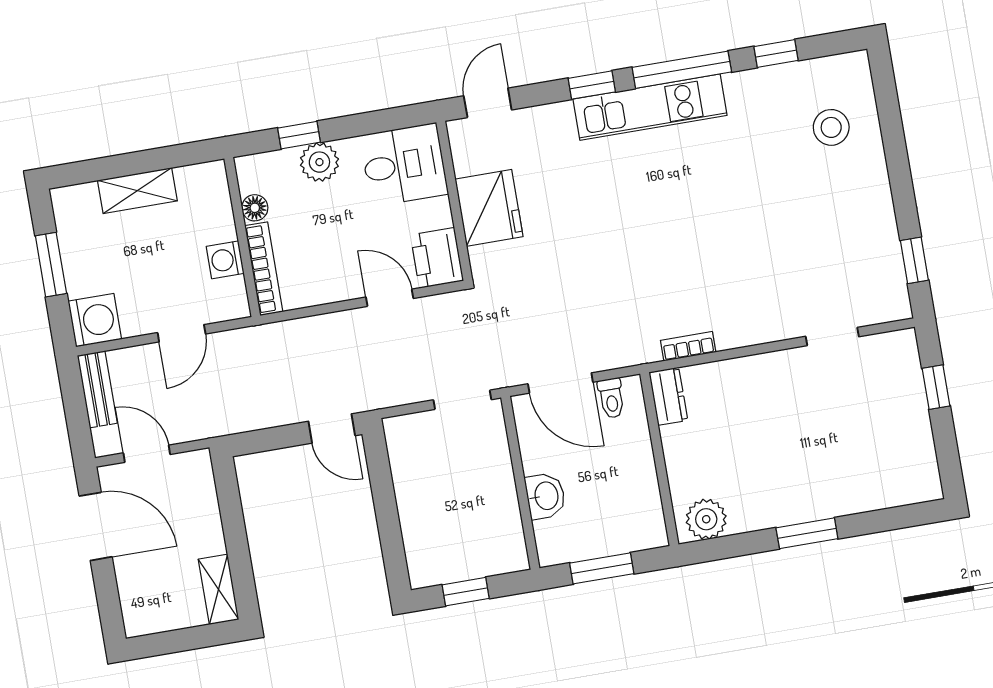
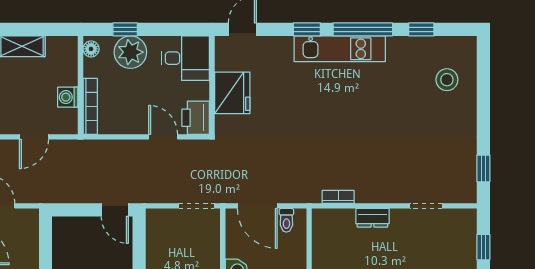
plant: (319, 162) -> (130, 52), width x1.36, depth x1.36
floor lamp: (255, 208) -> (91, 49), moved
dresser: (668, 396) -> (372, 218), moved, turned 90

